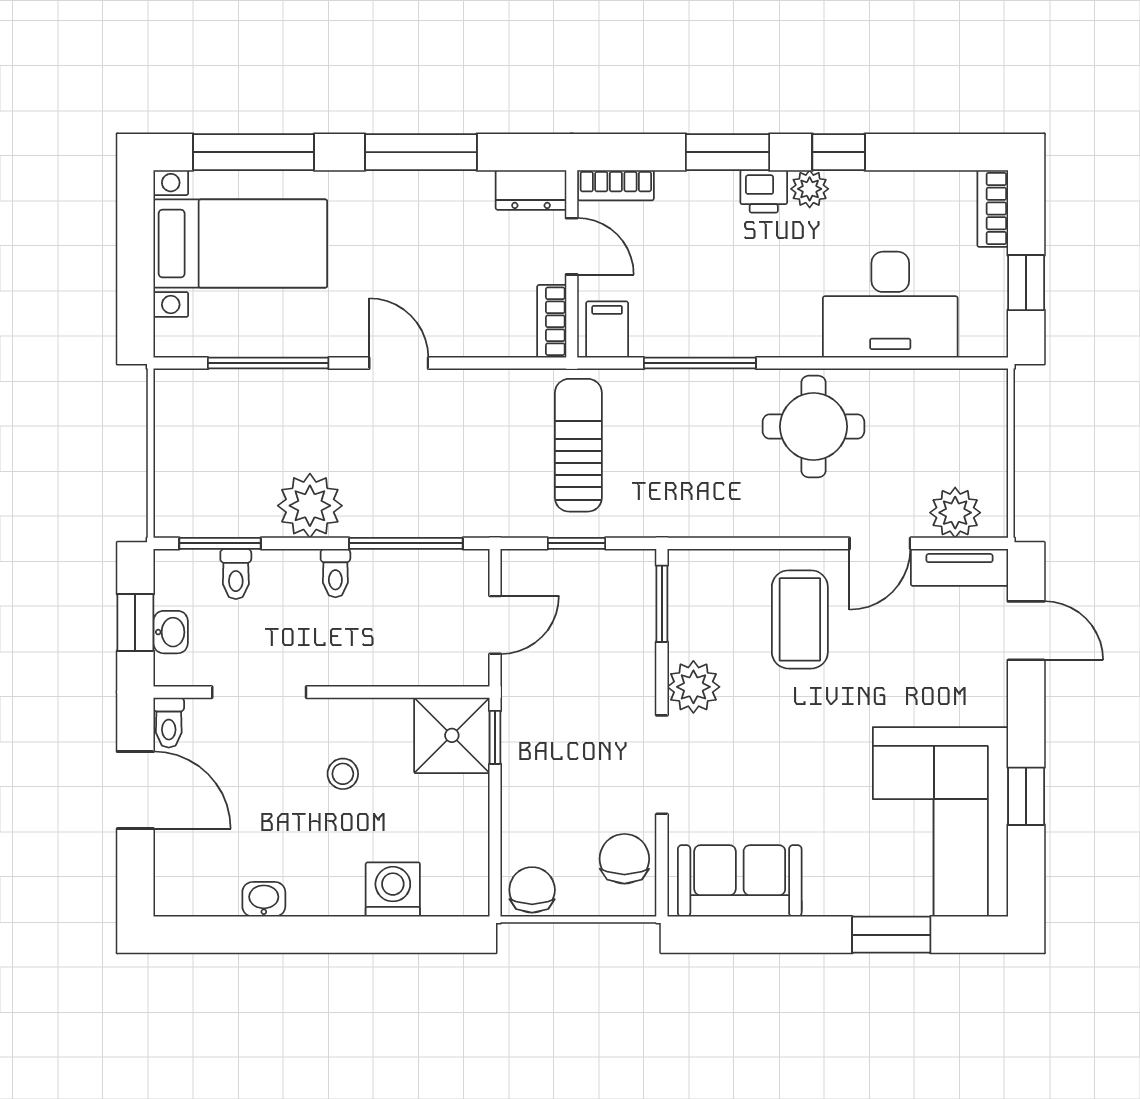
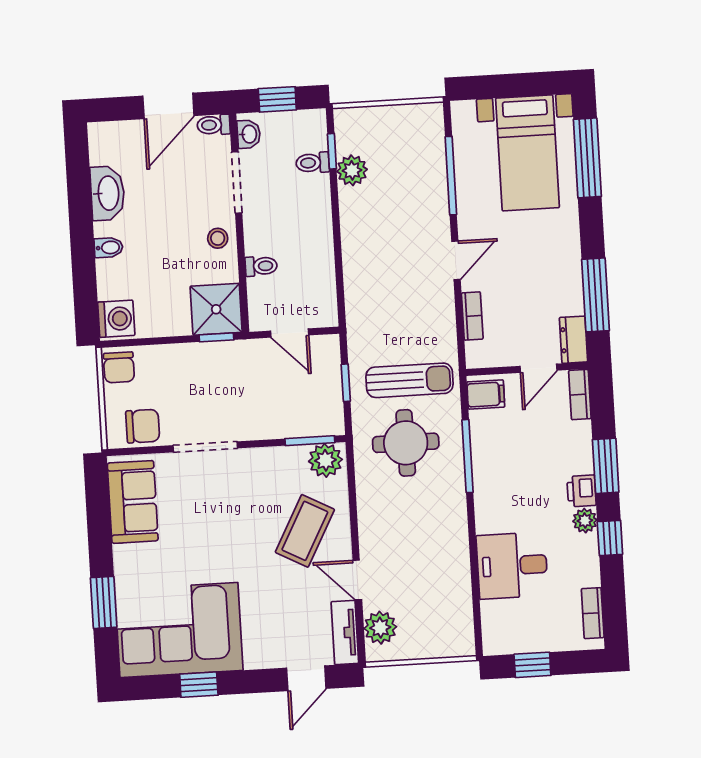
window: (421, 152) -> (596, 295), moved
bookcase: (993, 209) -> (593, 613), moved, turned -90
desk: (890, 305) -> (512, 566), width x0.73
bookcase: (552, 321) -> (472, 316), moved, turned 90
round table: (813, 427) -> (406, 443), moved
plant: (310, 506) -> (352, 170), moved, width x0.73, depth x0.73
window: (220, 543) -> (332, 151), width x0.67
window: (406, 543) -> (339, 272), removed
toilet: (335, 573) -> (261, 266), moved, turned 180
coffee table: (800, 619) -> (305, 531), turned -62
washbasin: (171, 632) -> (249, 134), moved, turned -90
plant: (693, 687) -> (325, 460), moved
stool: (343, 774) -> (218, 238), moved
washing machine: (393, 889) -> (116, 319), moved
chair: (532, 890) -> (119, 367), turned 90
bidet: (347, 895) -> (108, 248), added
washbasin: (264, 899) -> (107, 193), width x1.91, depth x1.45

